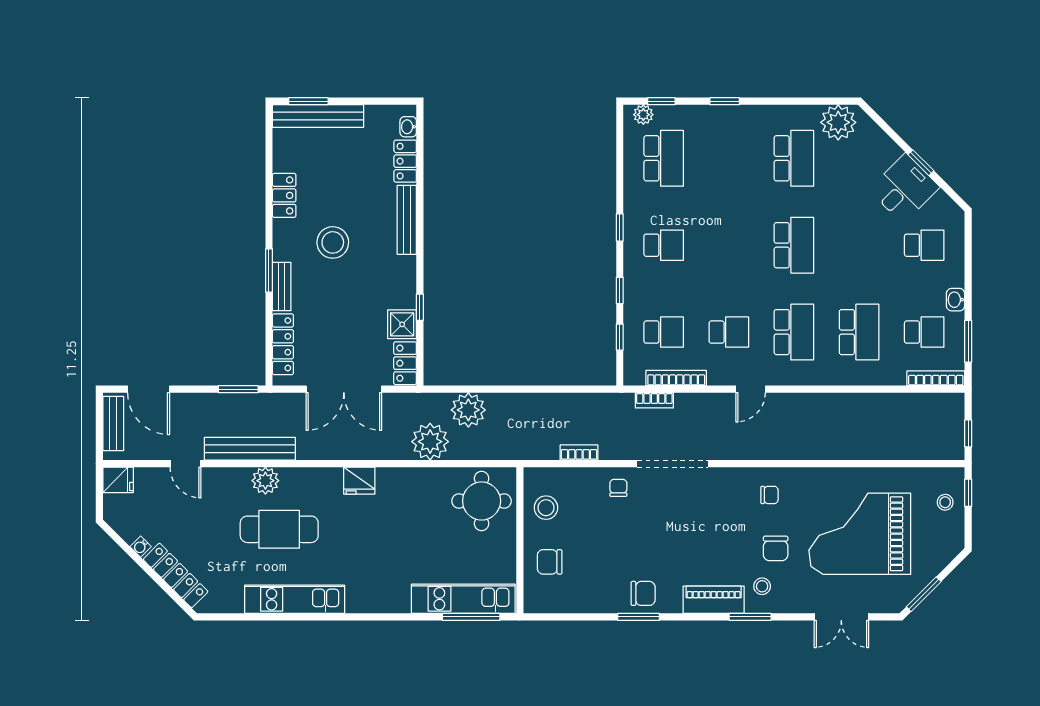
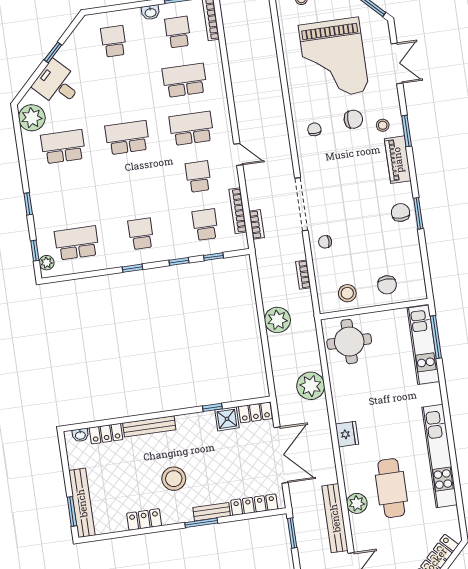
desk: (904, 188) -> (57, 84), moved
plant: (468, 410) -> (277, 320), moved
kitchen unit: (295, 599) -> (440, 456), width x1.36

